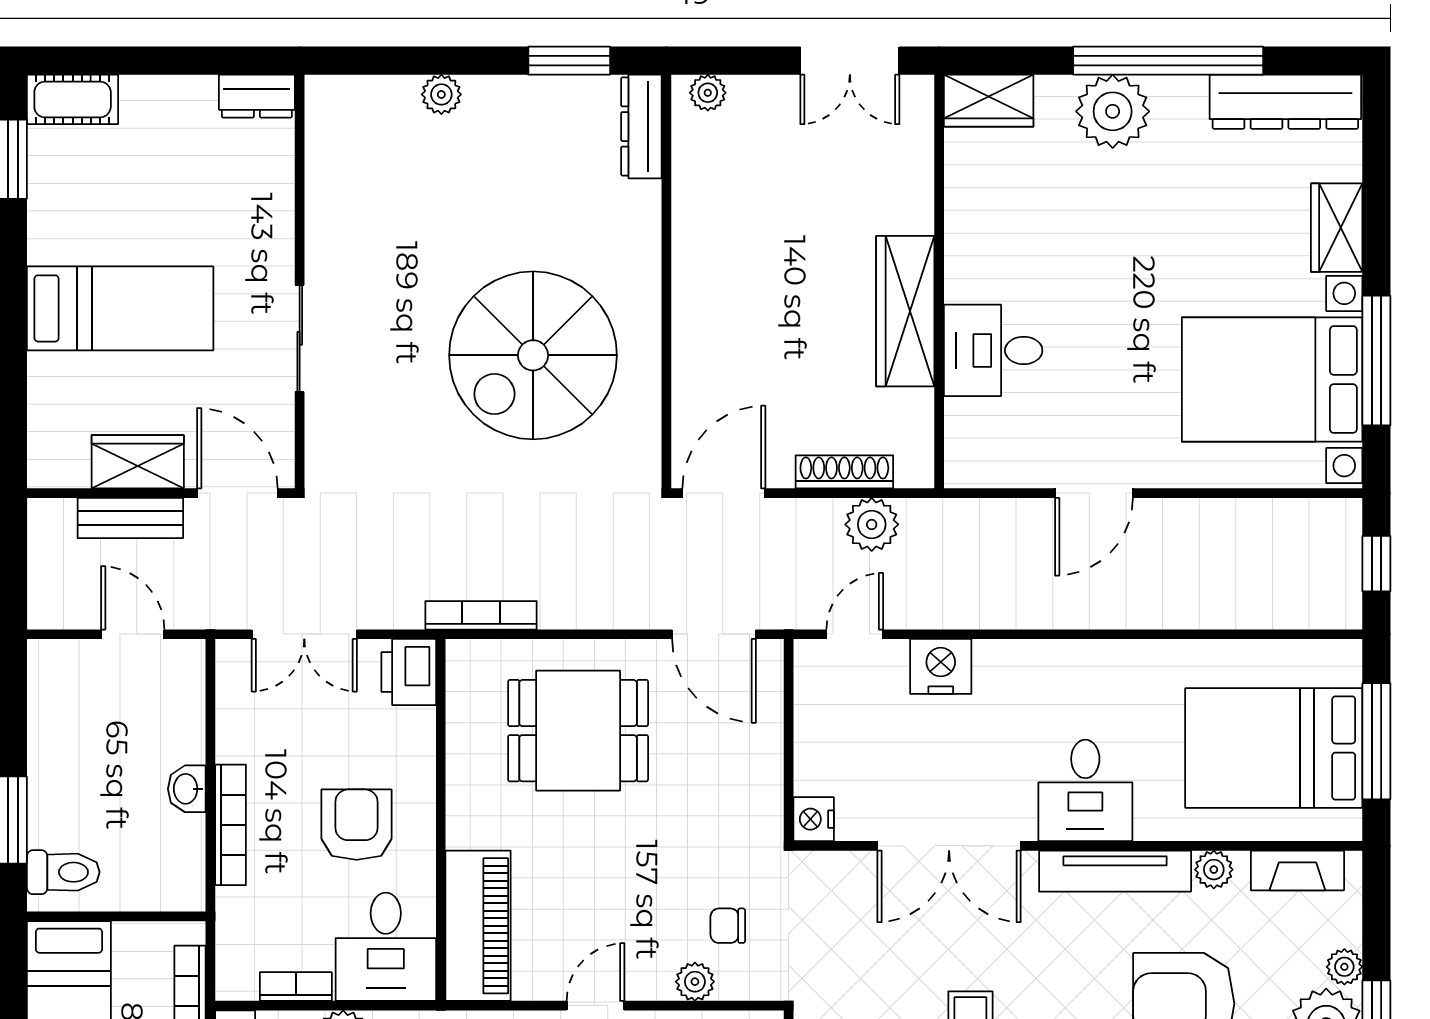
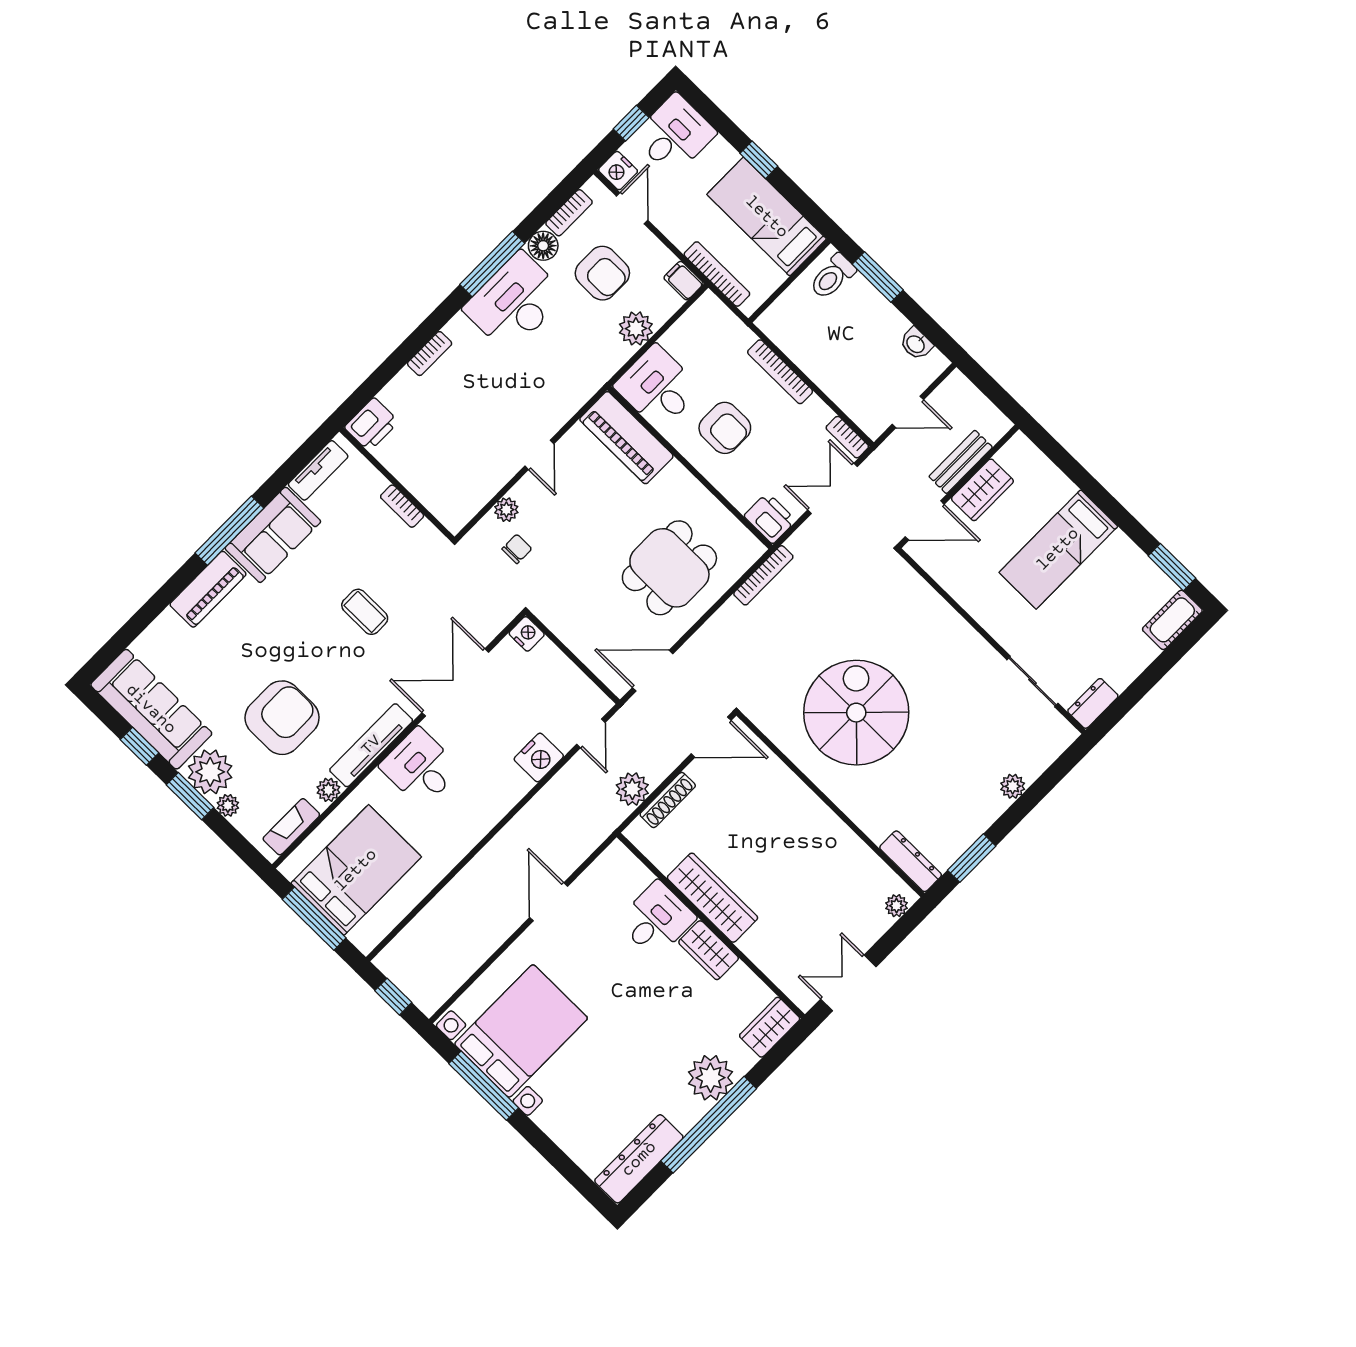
wardrobe: (1337, 228) -> (709, 950), moved, turned 180
sliding door: (300, 338) -> (1032, 681), moved
door: (724, 493) -> (711, 737), hinge flipped
washbasin: (187, 789) -> (916, 344), moved, turned 180
bookcase: (296, 987) -> (847, 437), moved, turned 90

